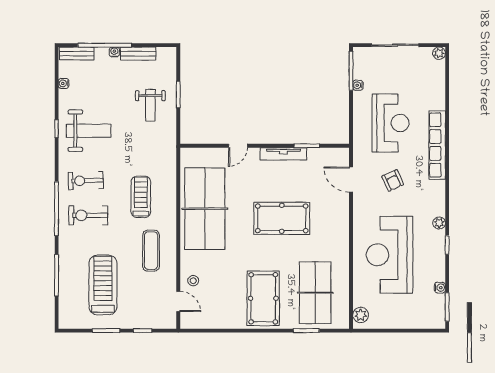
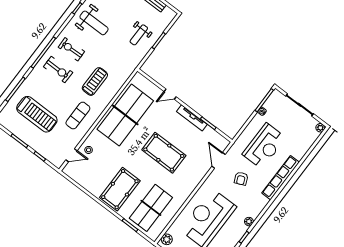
exercise bike: (88, 215) -> (58, 70), turned 180
treadmill: (103, 285) -> (37, 114), turned 90
door: (178, 302) -> (72, 155), hinge flipped

